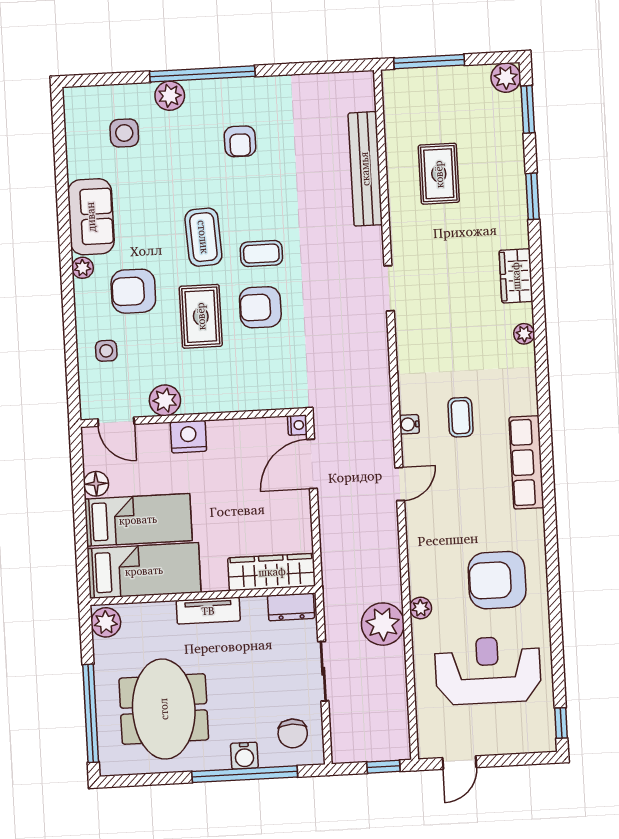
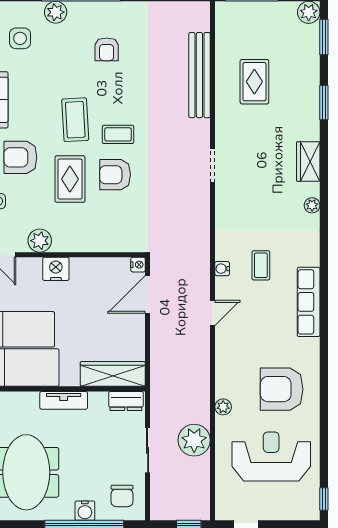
plant: (383, 624) -> (194, 440), moved

